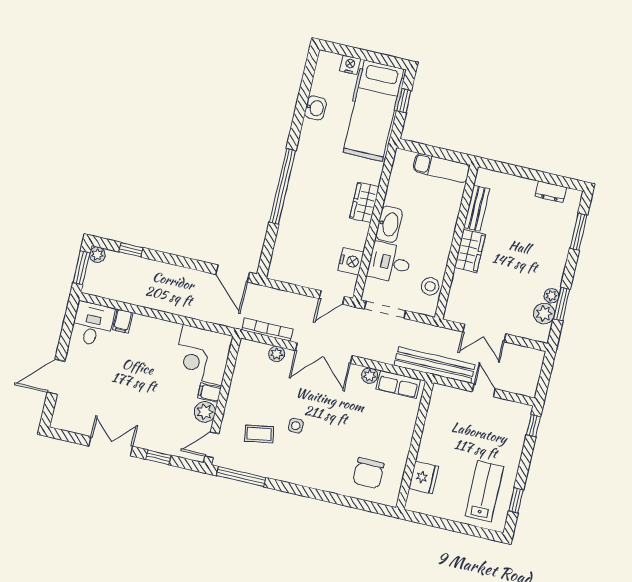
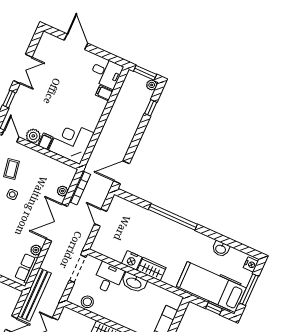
window: (366, 55) -> (249, 290), added
nightstand: (350, 65) -> (251, 264), moved
nightstand: (351, 261) -> (132, 260), moved
door: (332, 297) -> (101, 218), moved

